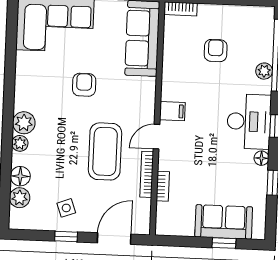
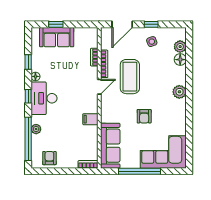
armchair: (216, 51) -> (49, 158), moved, turned 180
filing cabinet: (172, 111) -> (90, 119), moved
plant: (20, 143) -> (181, 79), removed

